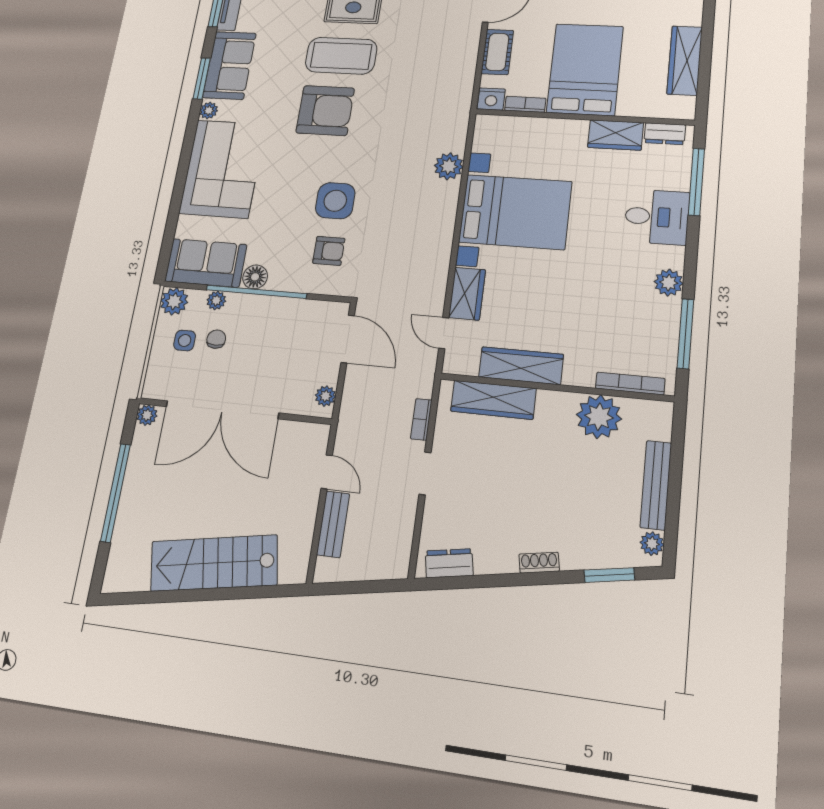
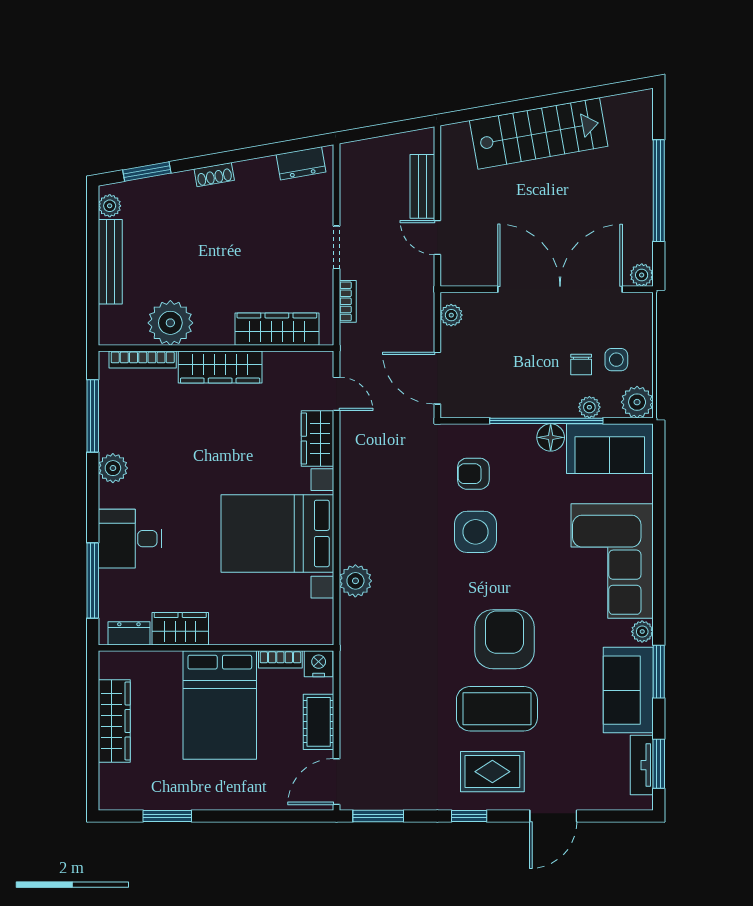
armchair: (325, 111) -> (505, 639), turned 90
wardrobe: (521, 366) -> (220, 367), moved

